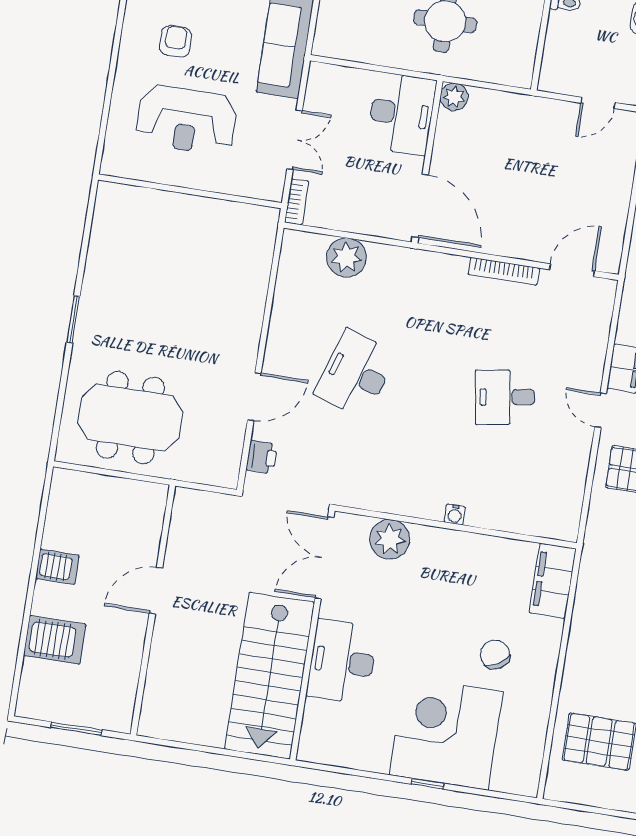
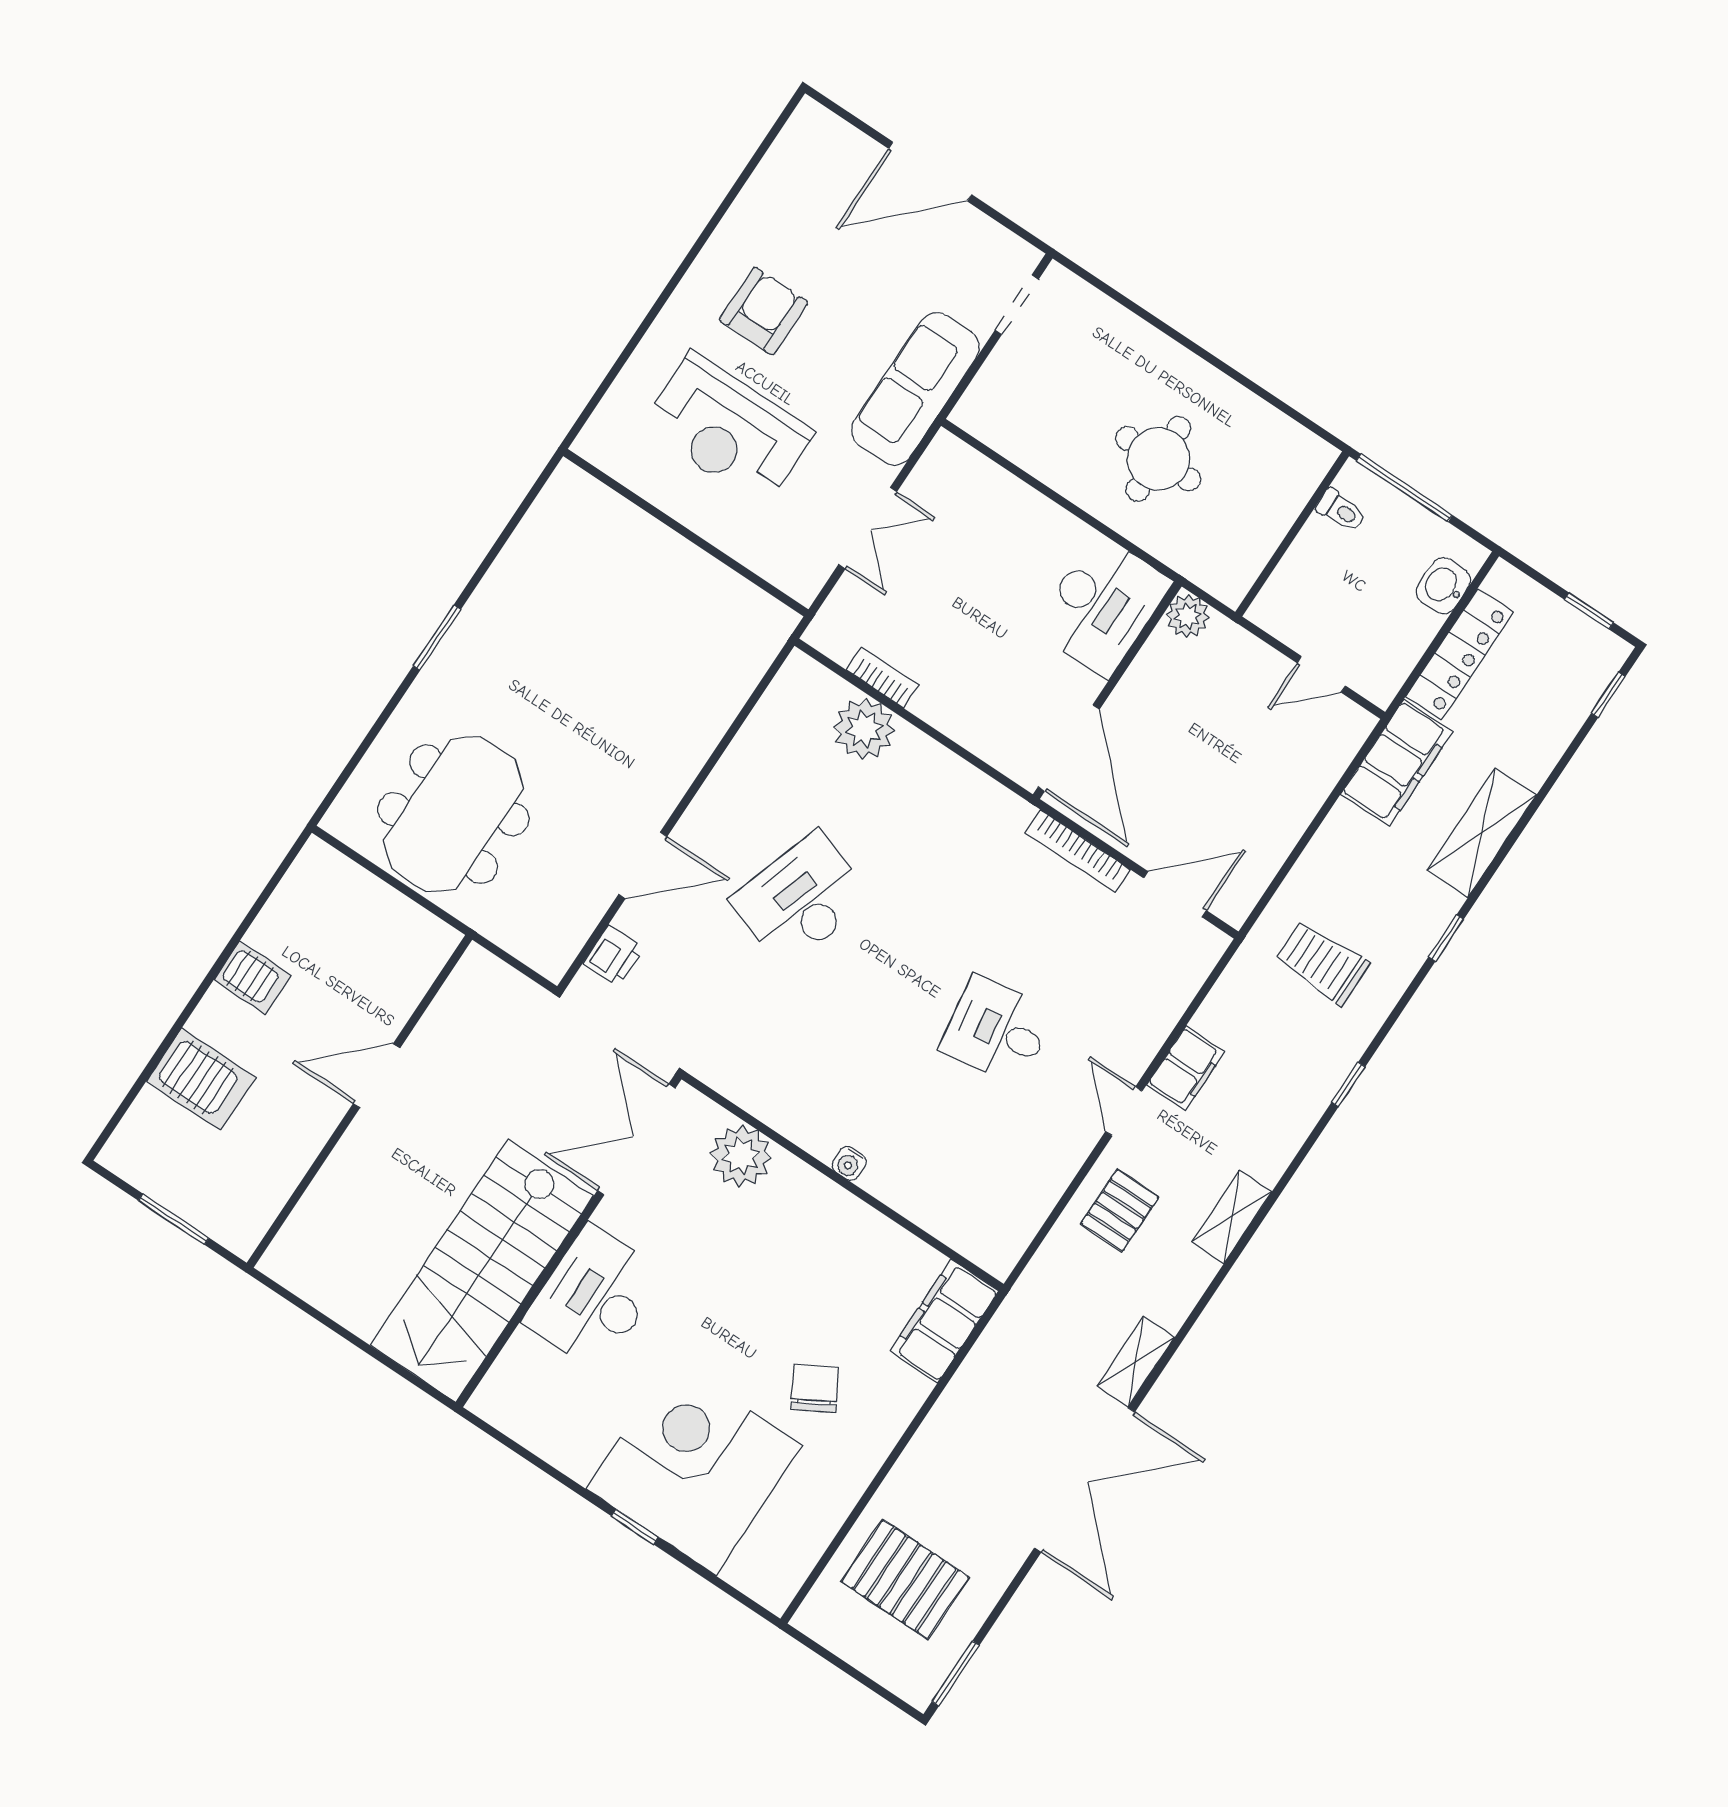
armchair: (176, 41) -> (764, 311), width x1.38, depth x1.38
plant: (454, 97) -> (1188, 616), moved
desk: (401, 114) -> (1102, 605), moved
wall: (427, 162) -> (1107, 690), moved
bookcase: (297, 202) -> (883, 678), moved, turned -90
door: (420, 206) -> (1069, 748), moved
meeting table: (130, 418) -> (453, 814), turned 90

